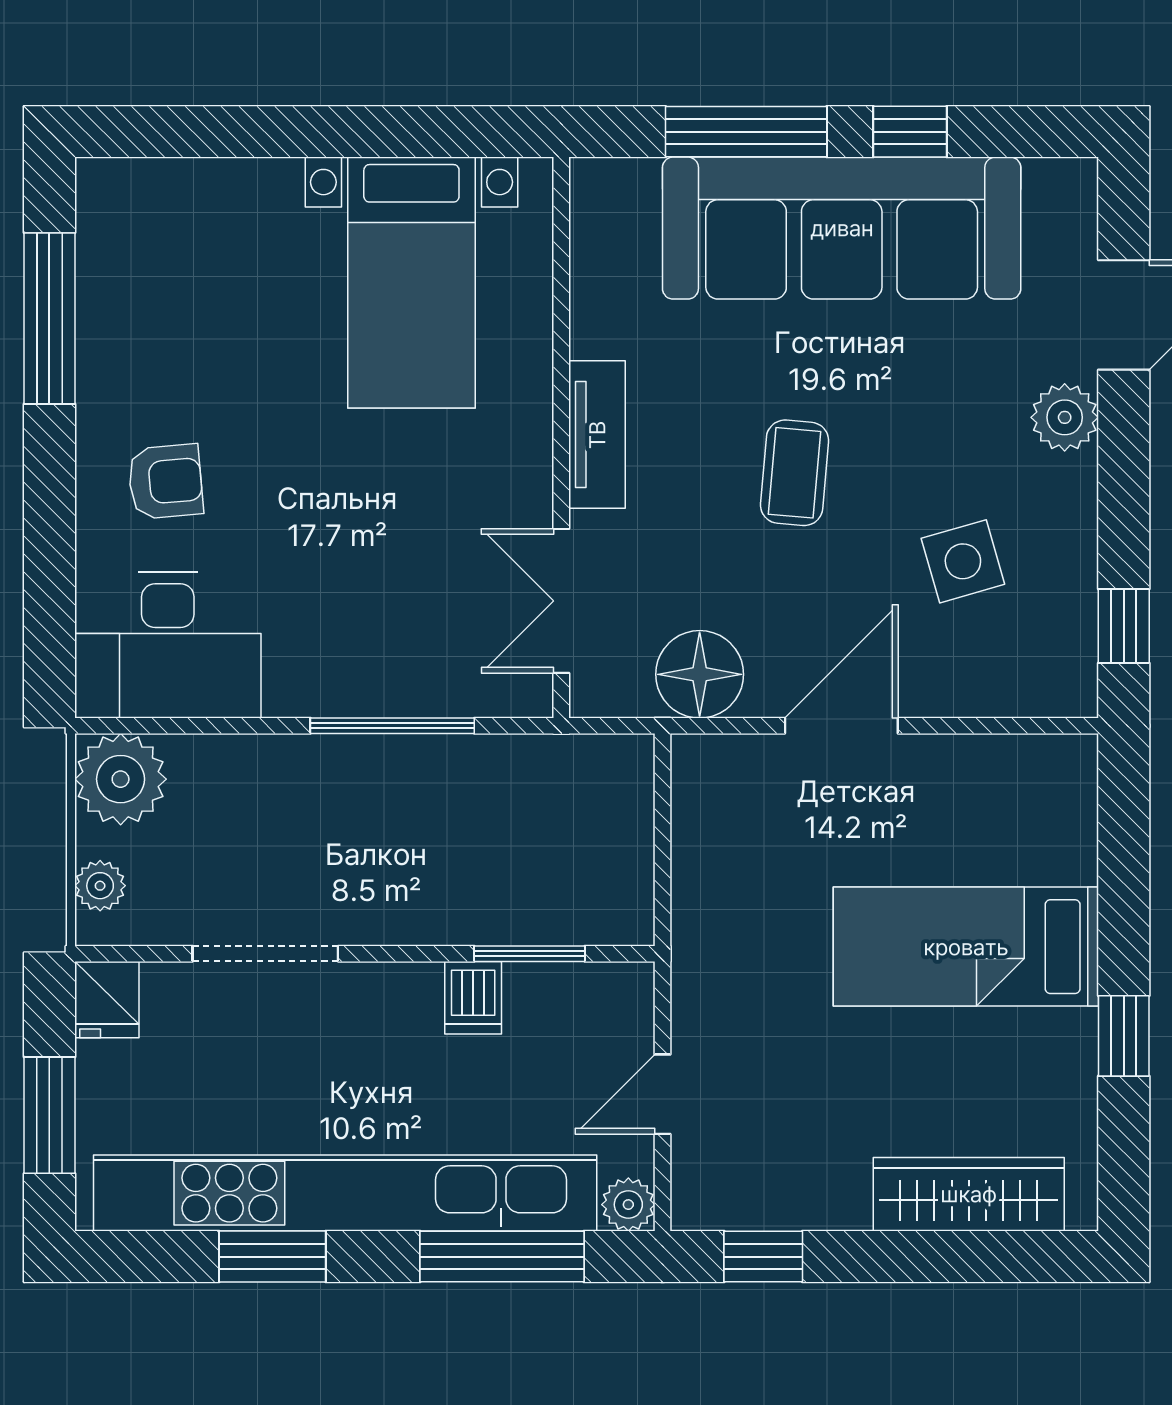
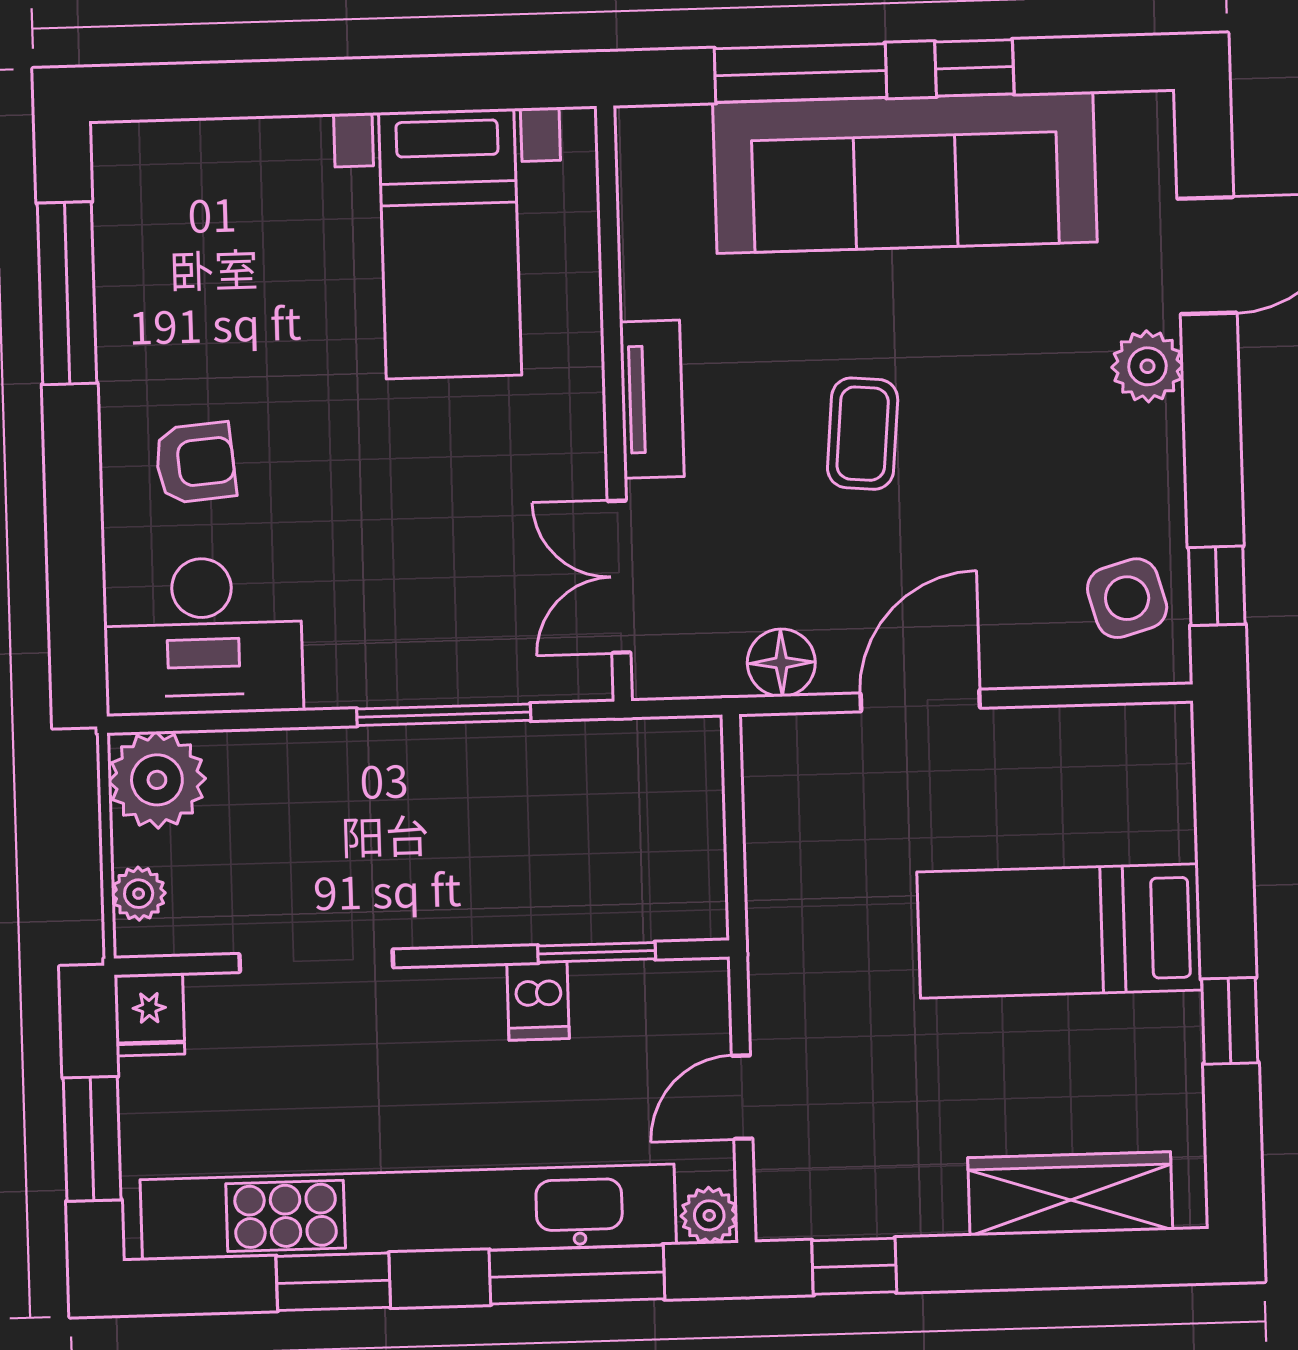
side table: (963, 561) -> (1127, 598), moved
floor lamp: (700, 674) -> (781, 663), width x0.73, depth x0.73

